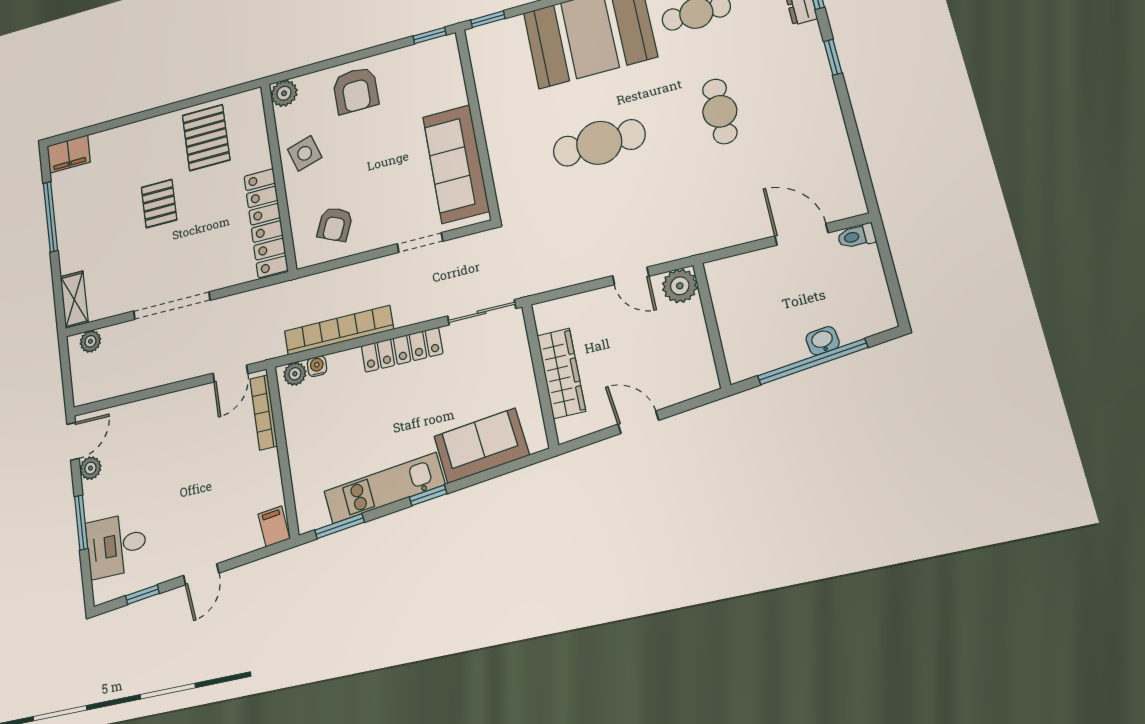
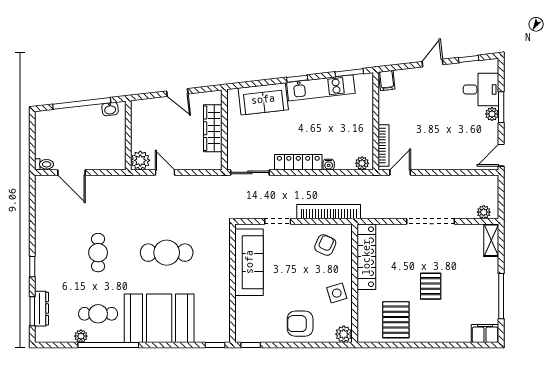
armchair: (356, 90) -> (300, 324), turned -90
bookcase: (339, 330) -> (329, 212), moved, turned 180
washbasin: (823, 341) -> (110, 109), moved
water cooler: (317, 366) -> (329, 165), moved
plant: (90, 468) -> (492, 114), moved

